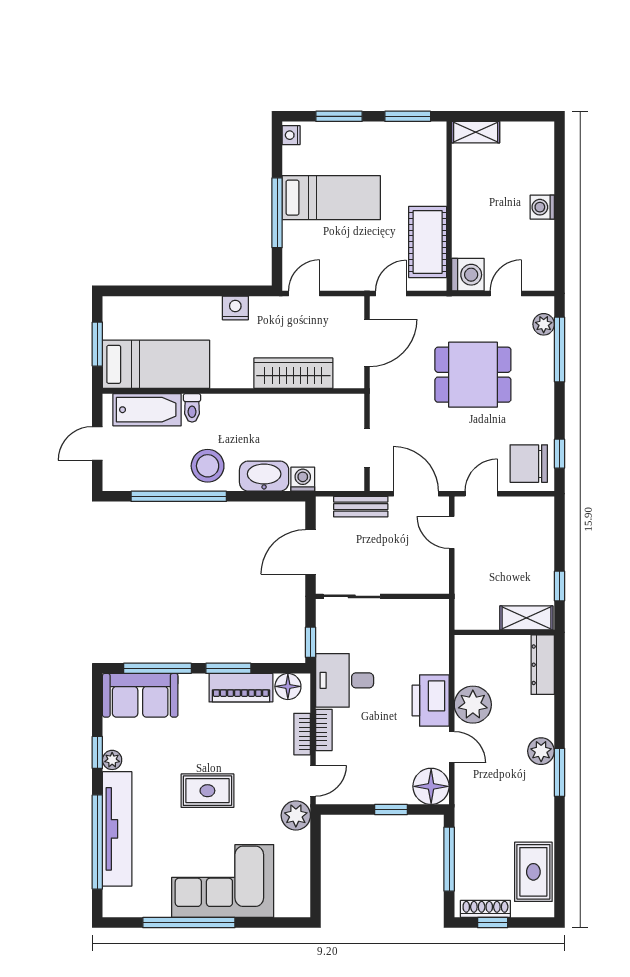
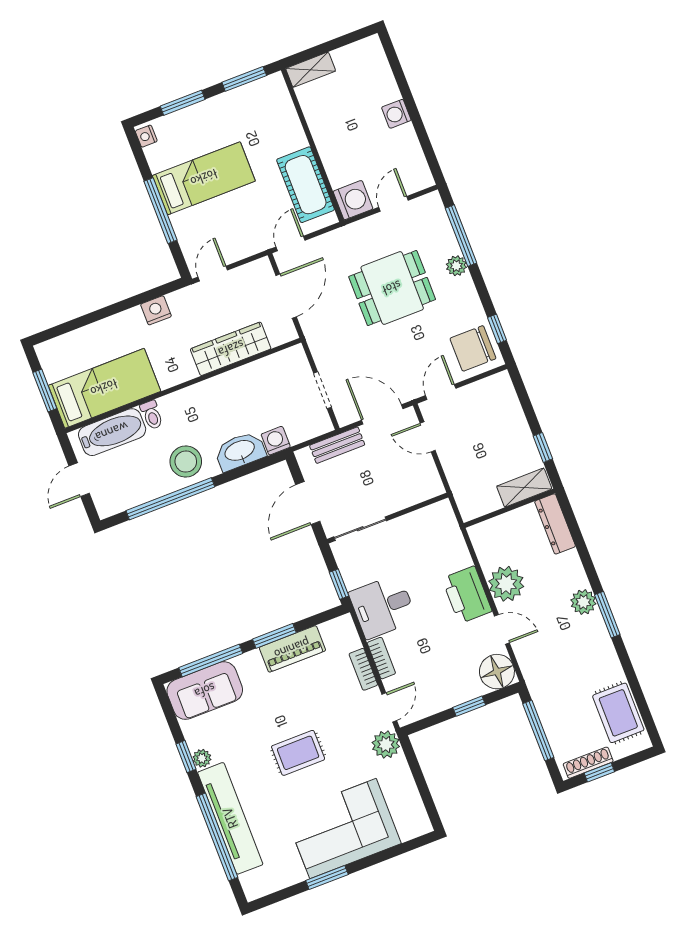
plant: (544, 324) -> (456, 266), moved
floor lamp: (288, 686) -> (334, 632), removed
window: (189, 923) -> (327, 877), width x0.47

